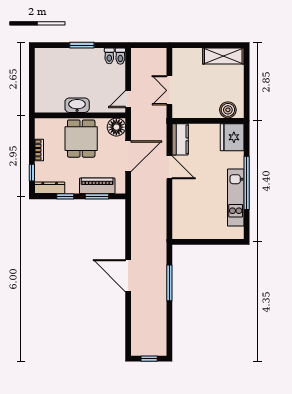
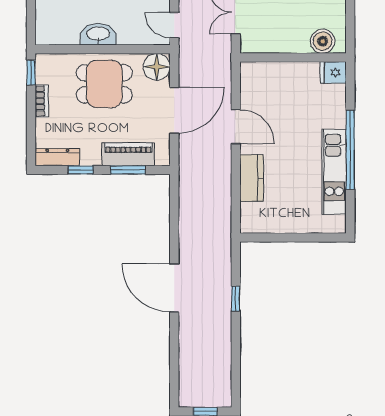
door: (128, 99) -> (174, 25), hinge flipped
fridge: (232, 137) -> (333, 72), width x0.53, depth x0.75
dining table: (81, 139) -> (104, 84), turned 90
kitchen counter: (180, 139) -> (252, 178), moved
window: (32, 173) -> (31, 72), moved
window: (169, 283) -> (236, 299), width x0.46

